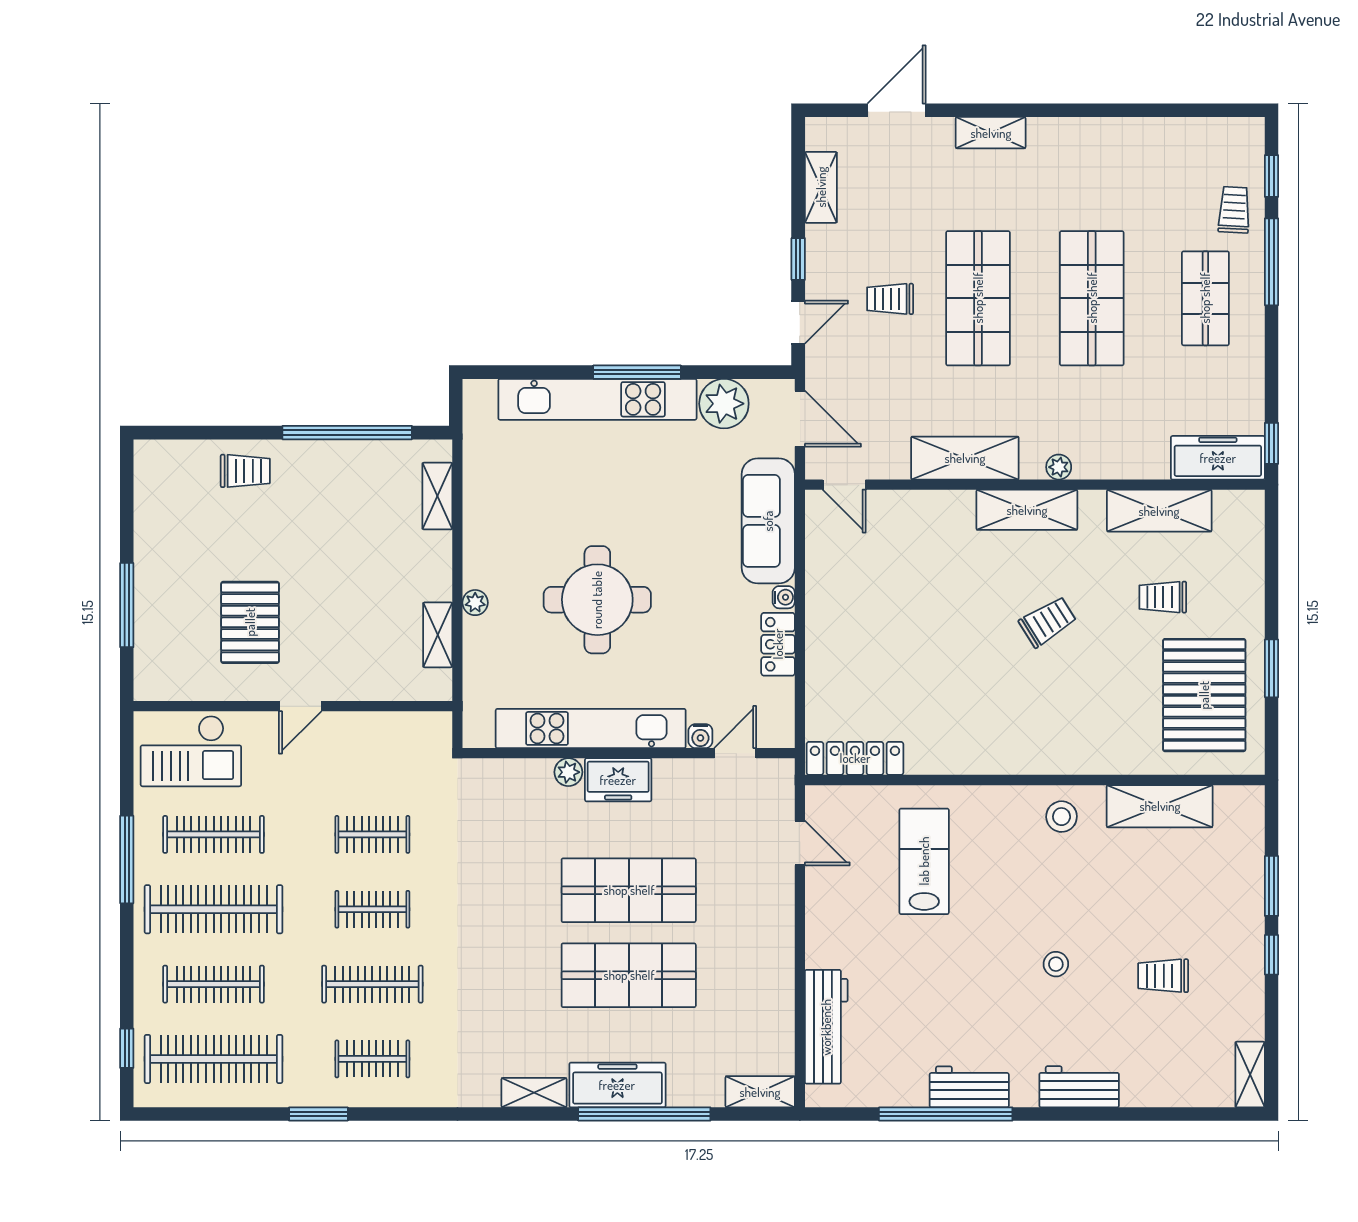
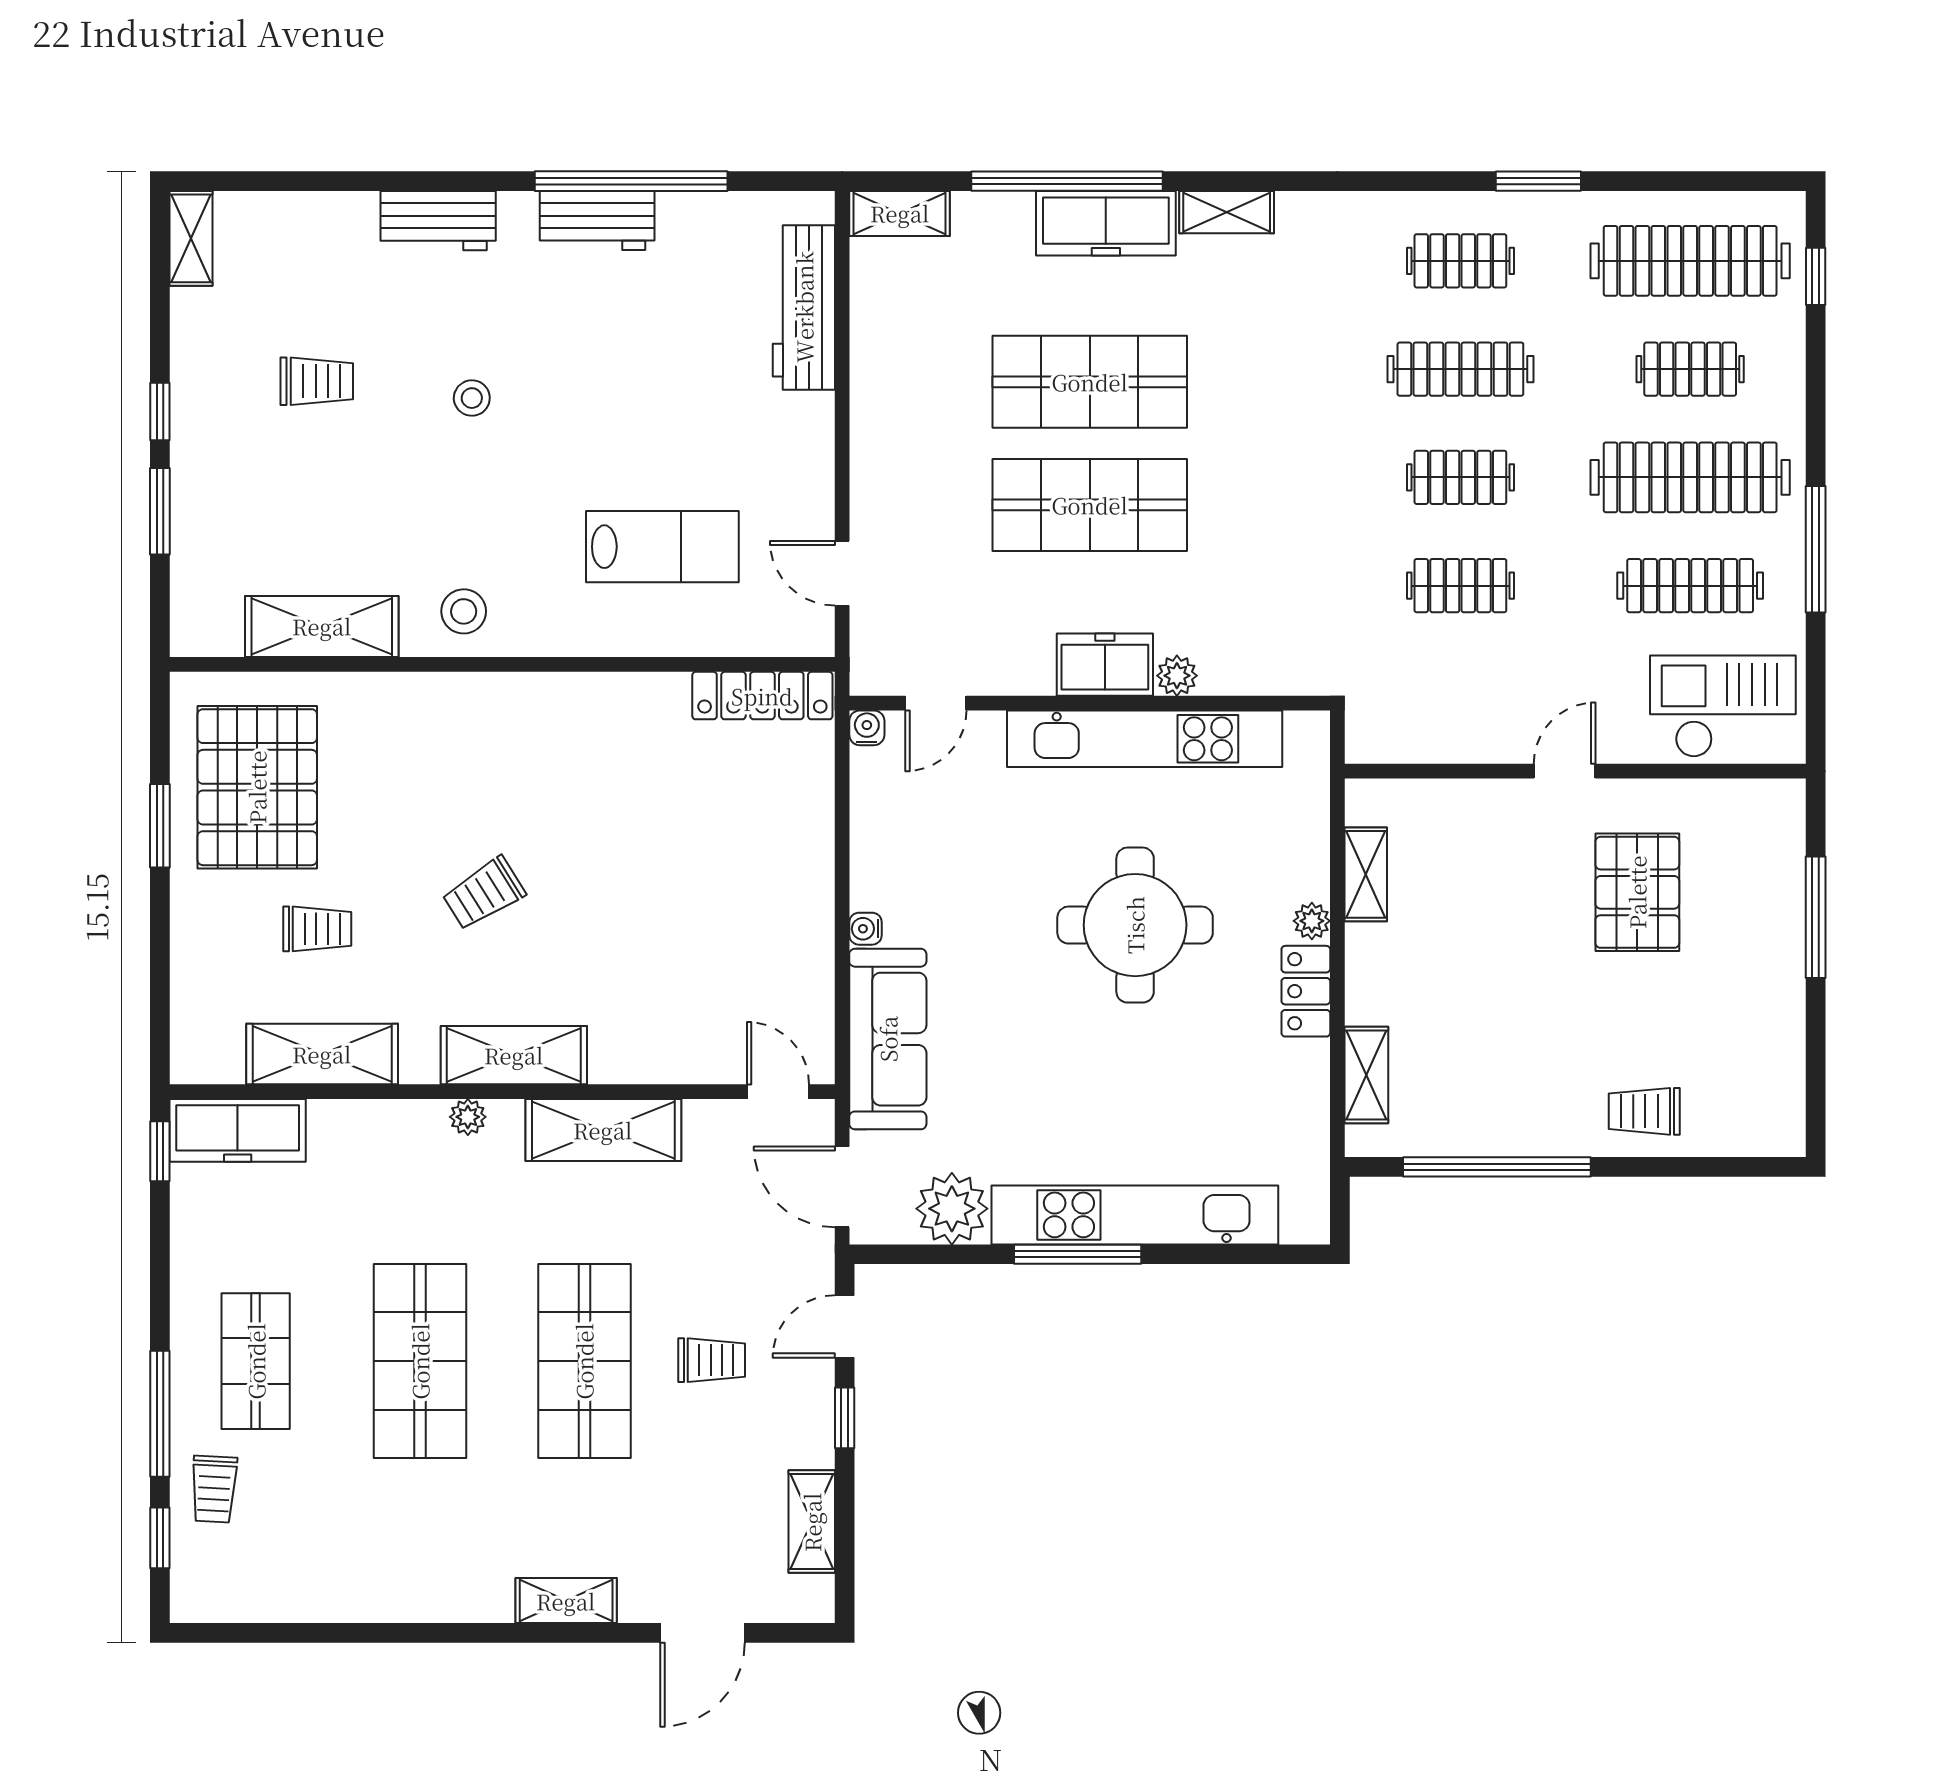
locker: (778, 644) -> (1306, 991), moved, turned 180
water cooler: (700, 736) -> (867, 728), moved
lab bench: (924, 861) -> (662, 547), turned -90
clothes rail: (214, 984) -> (1690, 369), width x0.73

